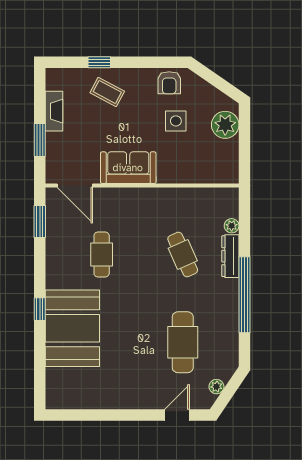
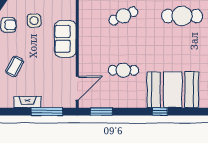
window: (40, 140) -> (47, 112), width x1.44
sofa: (128, 168) -> (65, 39), moved

